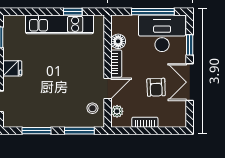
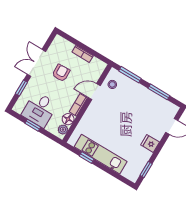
window: (153, 12) -> (33, 125), width x0.46
desk: (162, 33) -> (40, 109), width x0.73
double door: (190, 82) -> (36, 63), swing flipped
plant: (117, 111) -> (63, 130), moved

